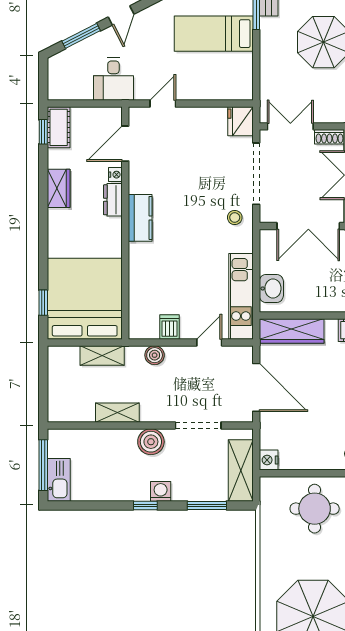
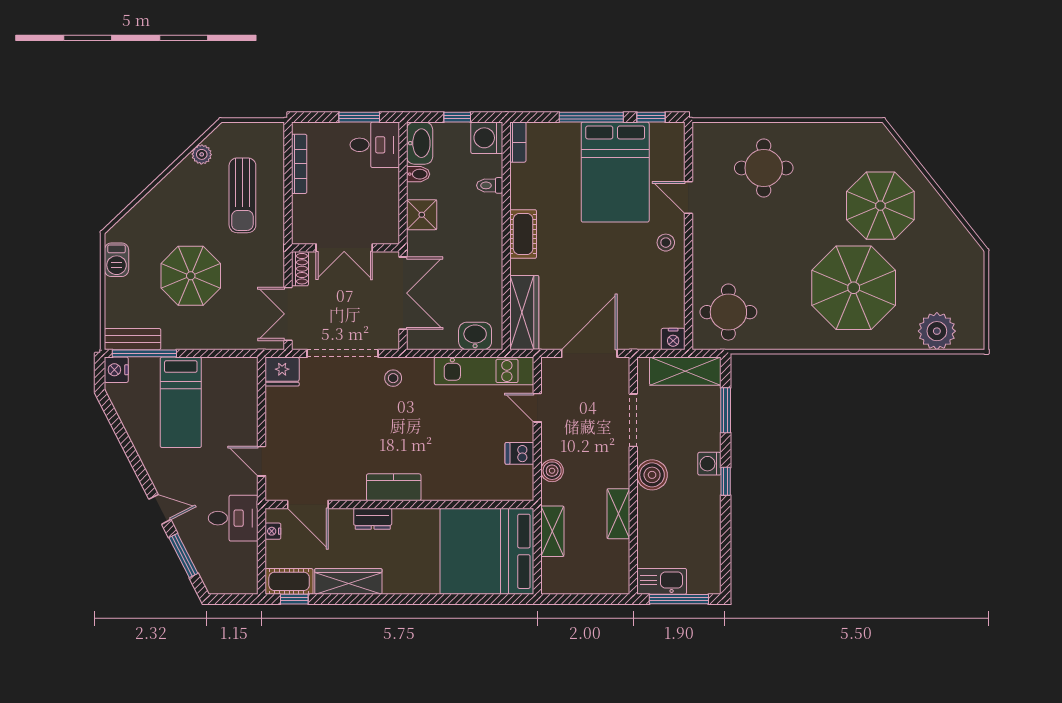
nightstand: (115, 175) -> (273, 531), moved, turned -90
wardrobe: (59, 188) -> (348, 581), width x1.50
window: (43, 303) -> (491, 599), removed
kitchen sink: (59, 480) -> (662, 581), moved
round table: (315, 509) -> (728, 312), moved

